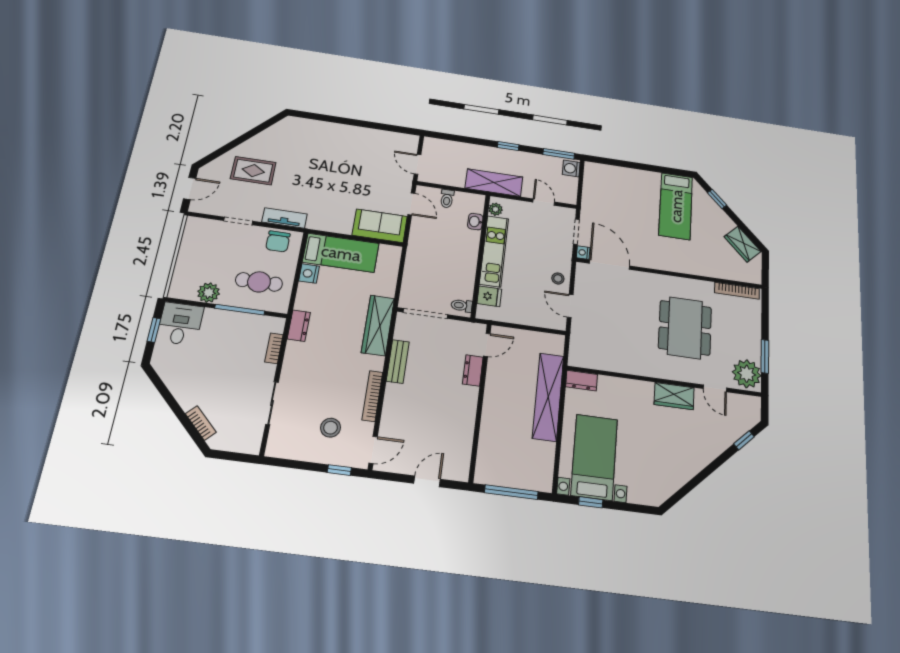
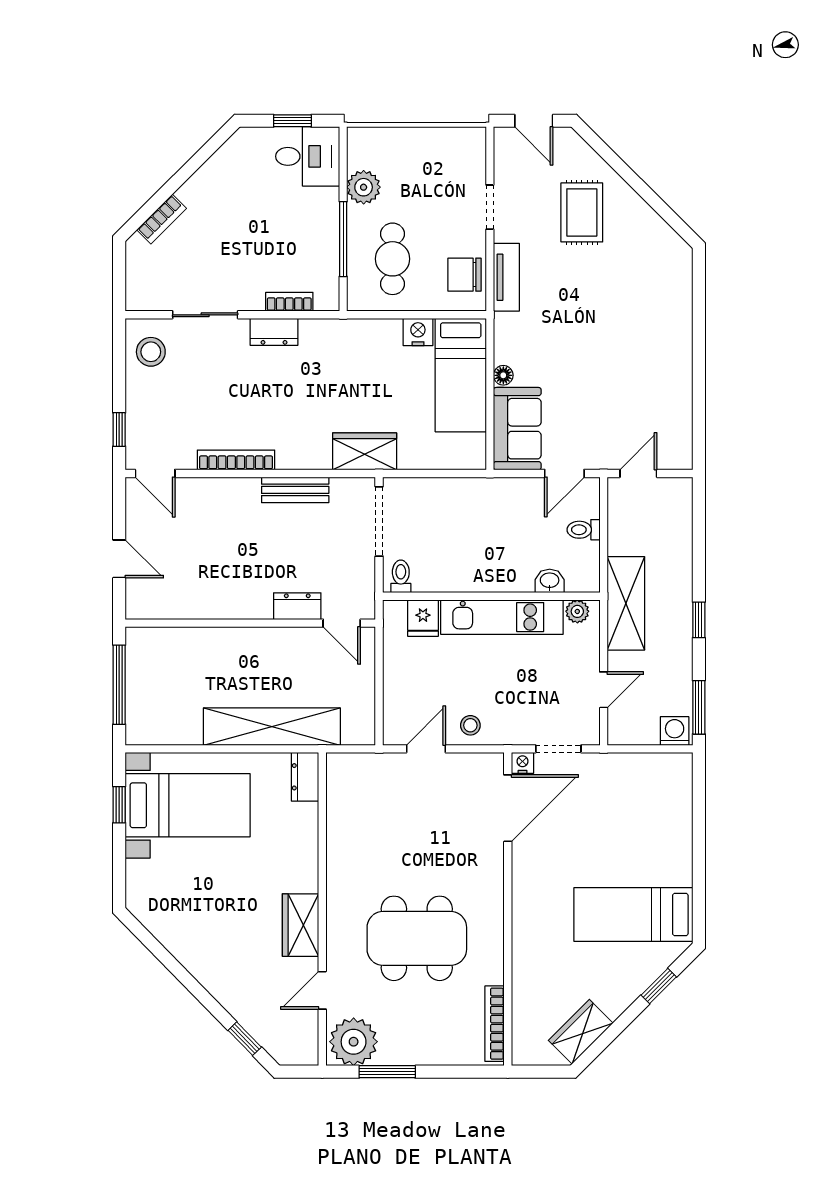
floor lamp: (345, 229) -> (503, 375), added
wardrobe: (378, 325) -> (365, 451), width x0.67
dresser: (299, 326) -> (274, 332), moved
stool: (331, 428) -> (151, 352), moved

